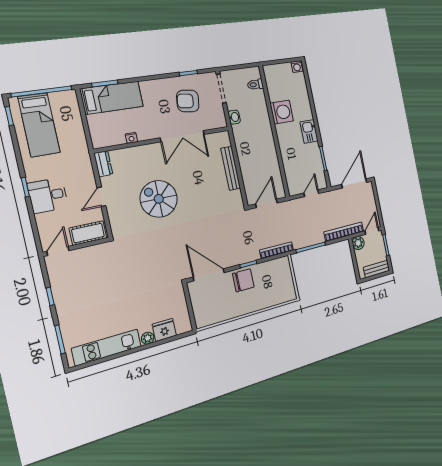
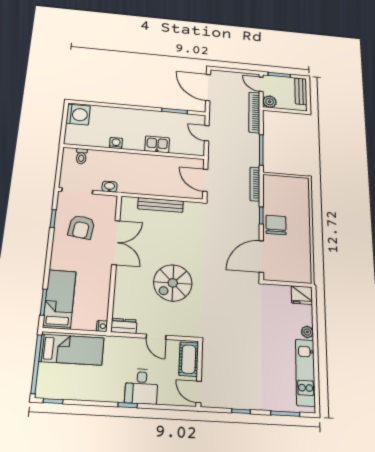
washing machine: (297, 67) -> (78, 115), width x1.89, depth x1.89
washing machine: (282, 112) -> (116, 143), width x0.53, depth x0.53
bed: (39, 125) -> (72, 350), moved
kitchen sink: (309, 131) -> (157, 144), moved, turned 180
nightstand: (131, 138) -> (102, 326), moved
fridge: (164, 330) -> (302, 295), moved, turned -90

